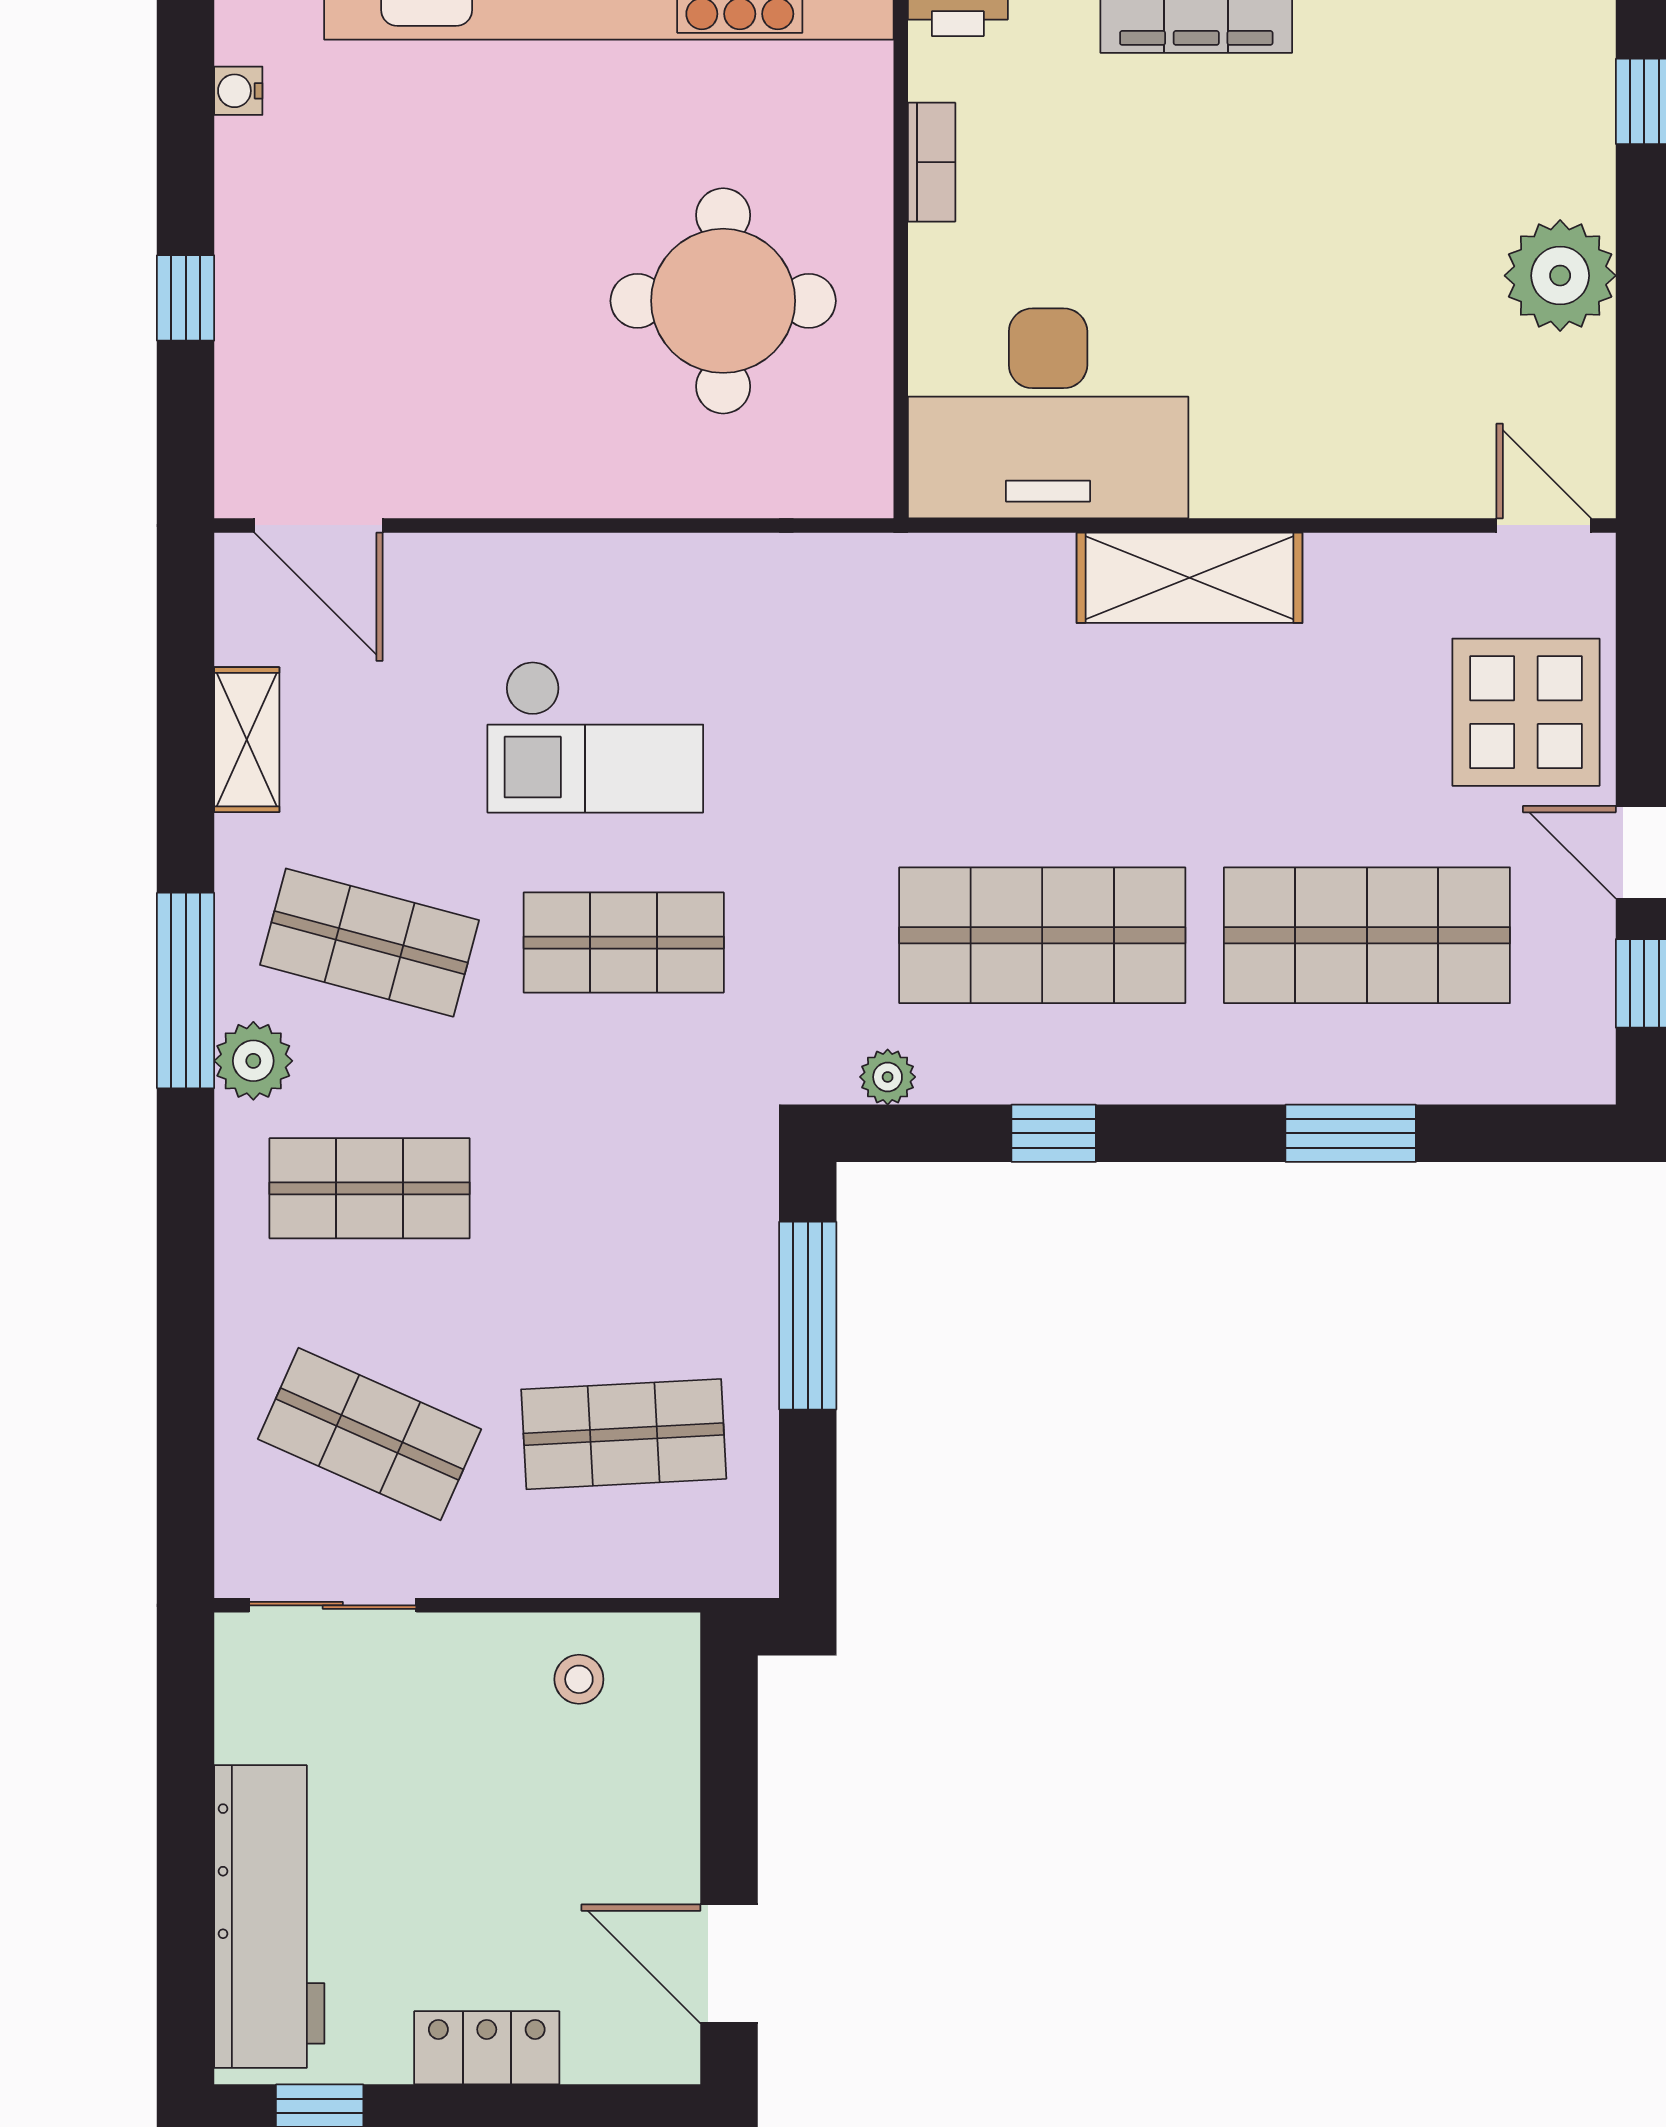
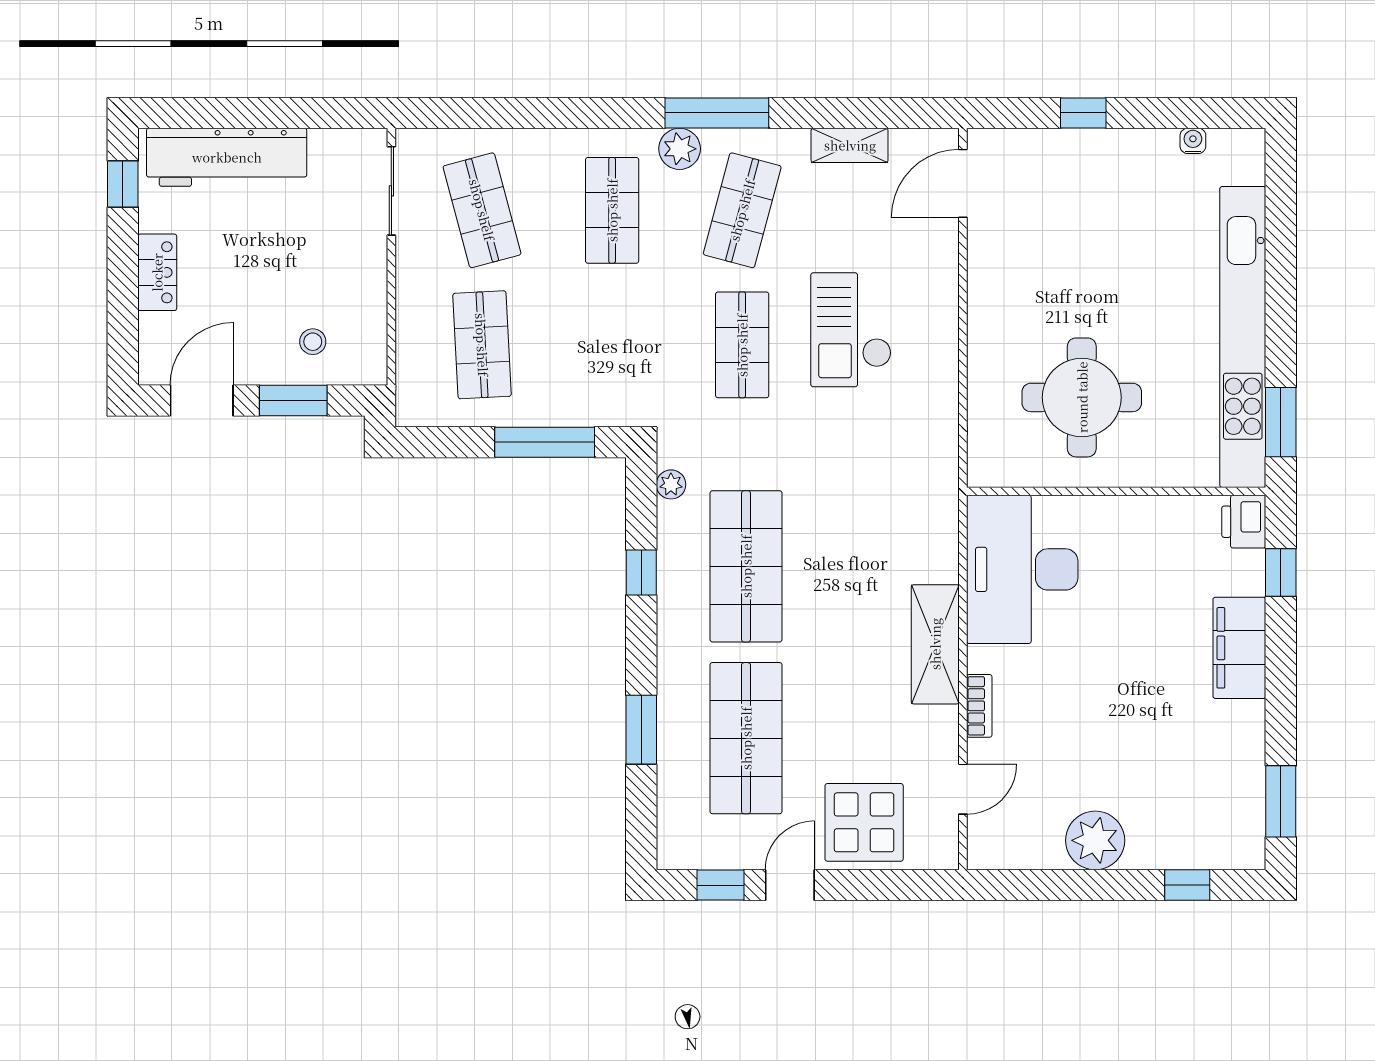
bookcase: (932, 162) -> (979, 706), moved, turned -90
door: (1544, 525) -> (963, 789), moved
shop shelf: (370, 1434) -> (482, 210), turned -39
stool: (579, 1679) -> (313, 342), moved
window: (729, 1791) -> (293, 401), added

